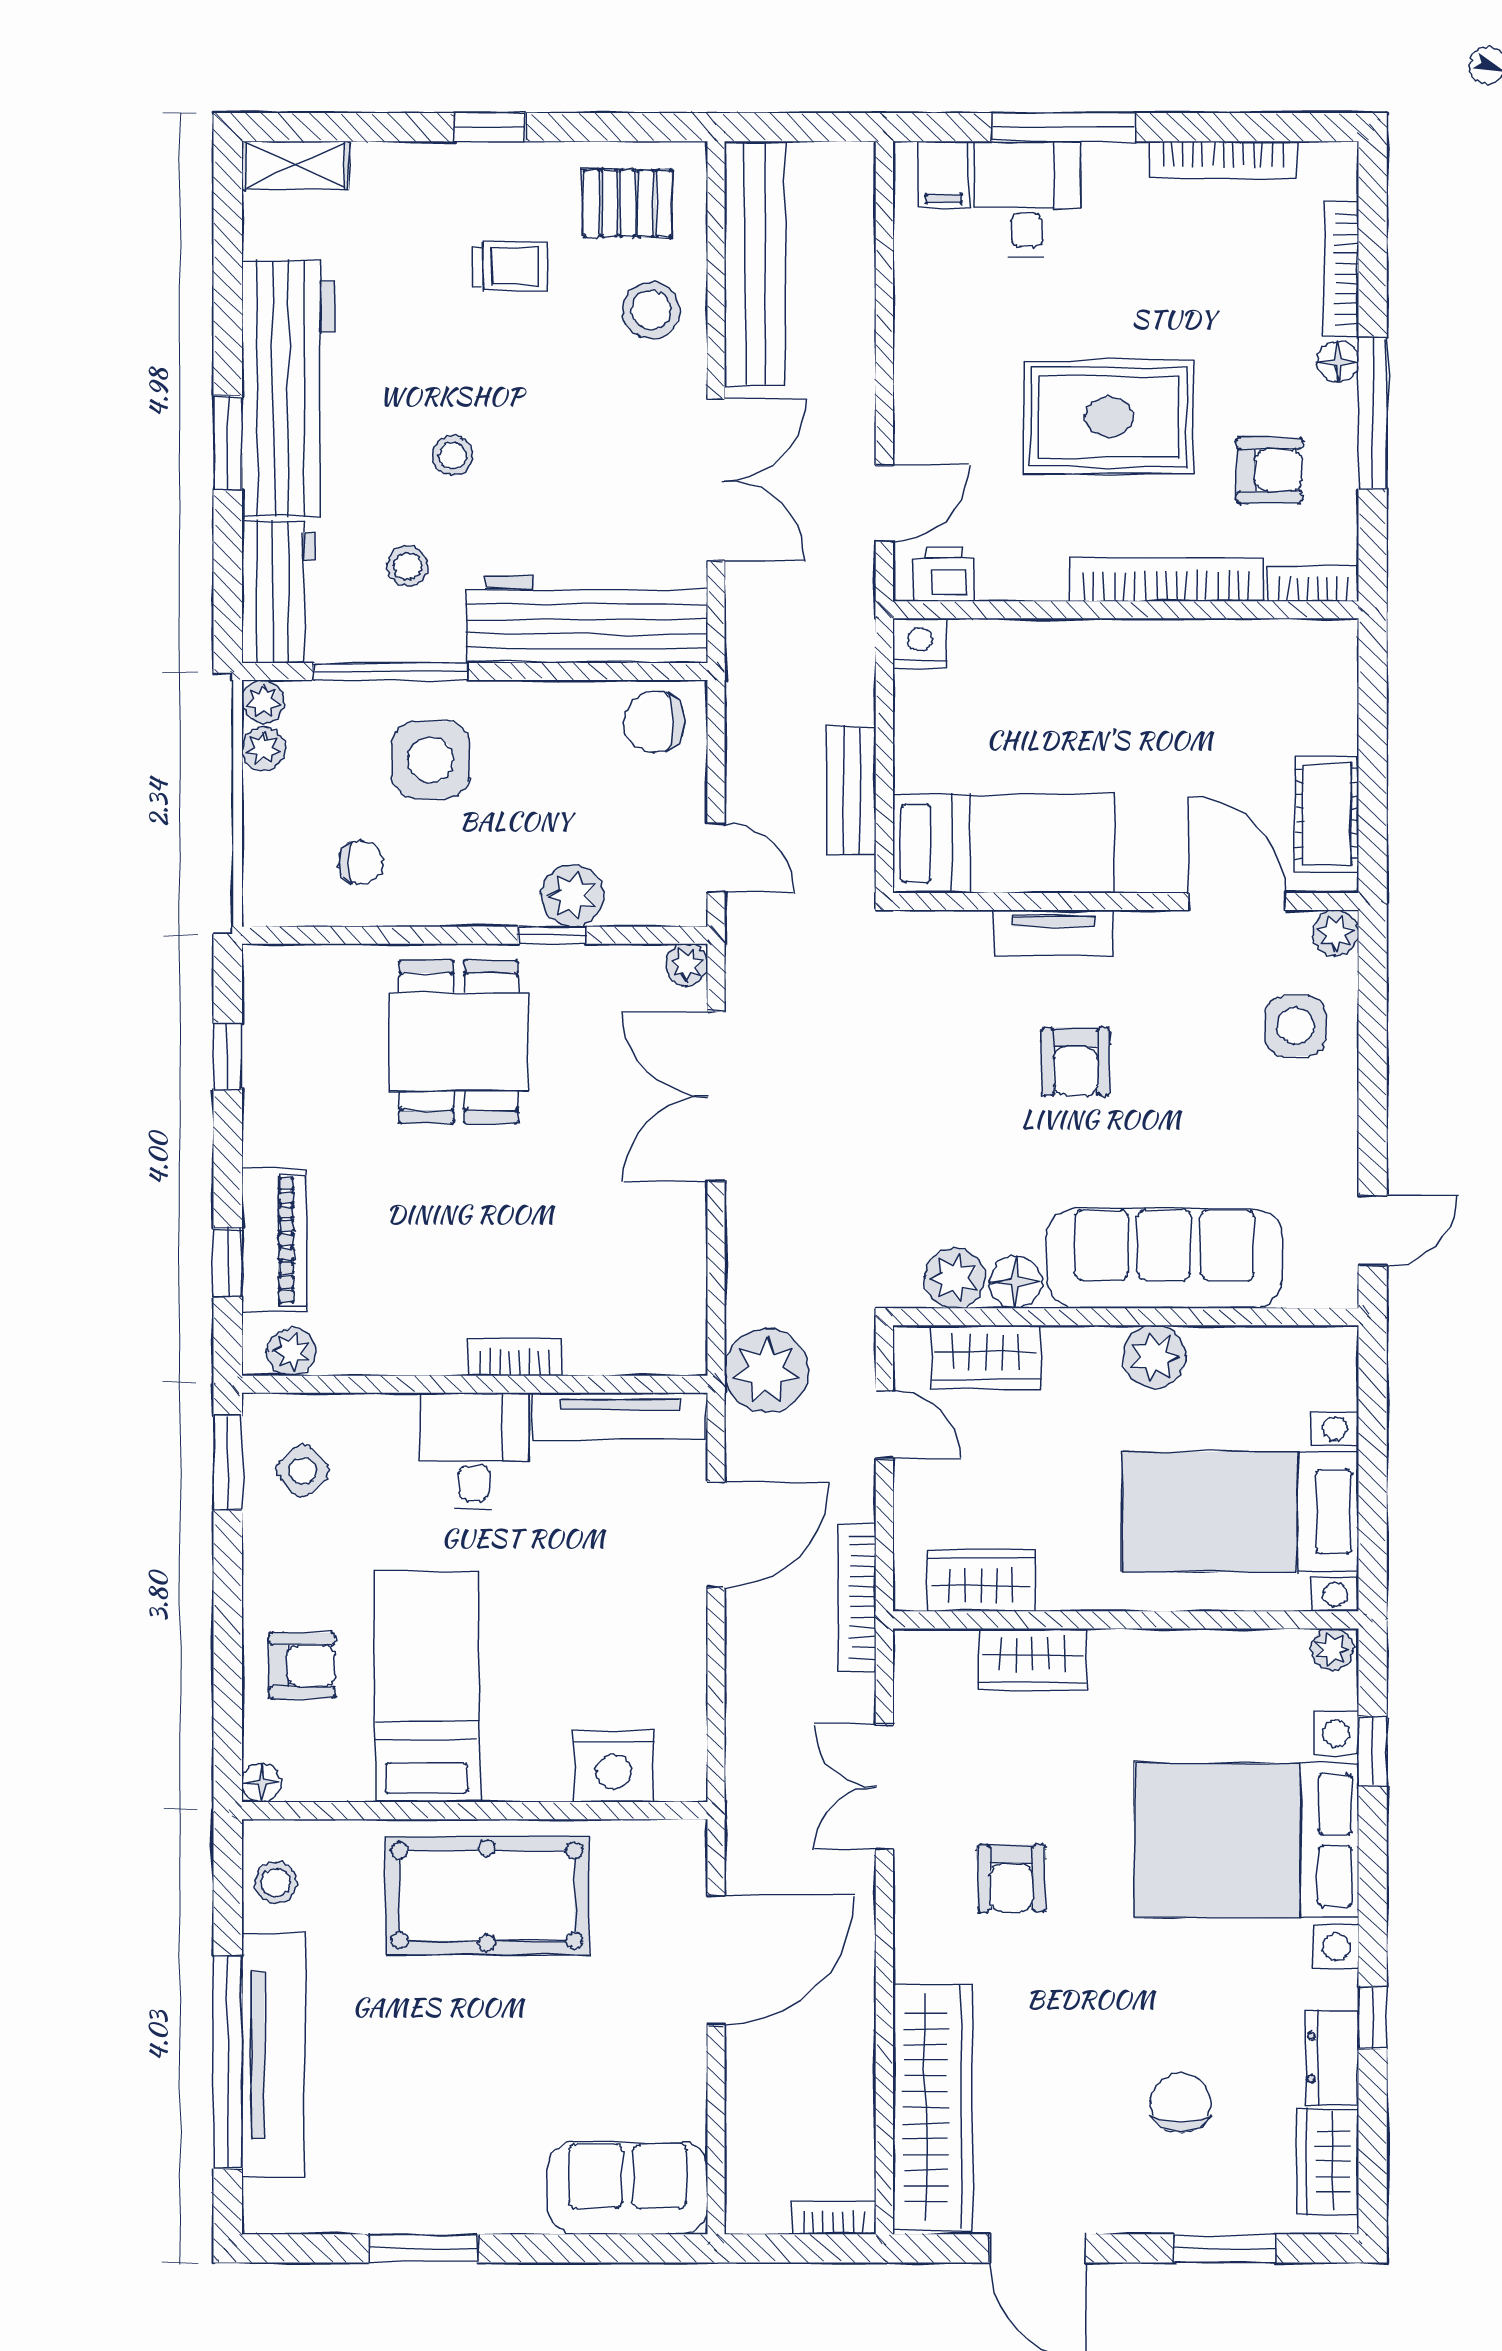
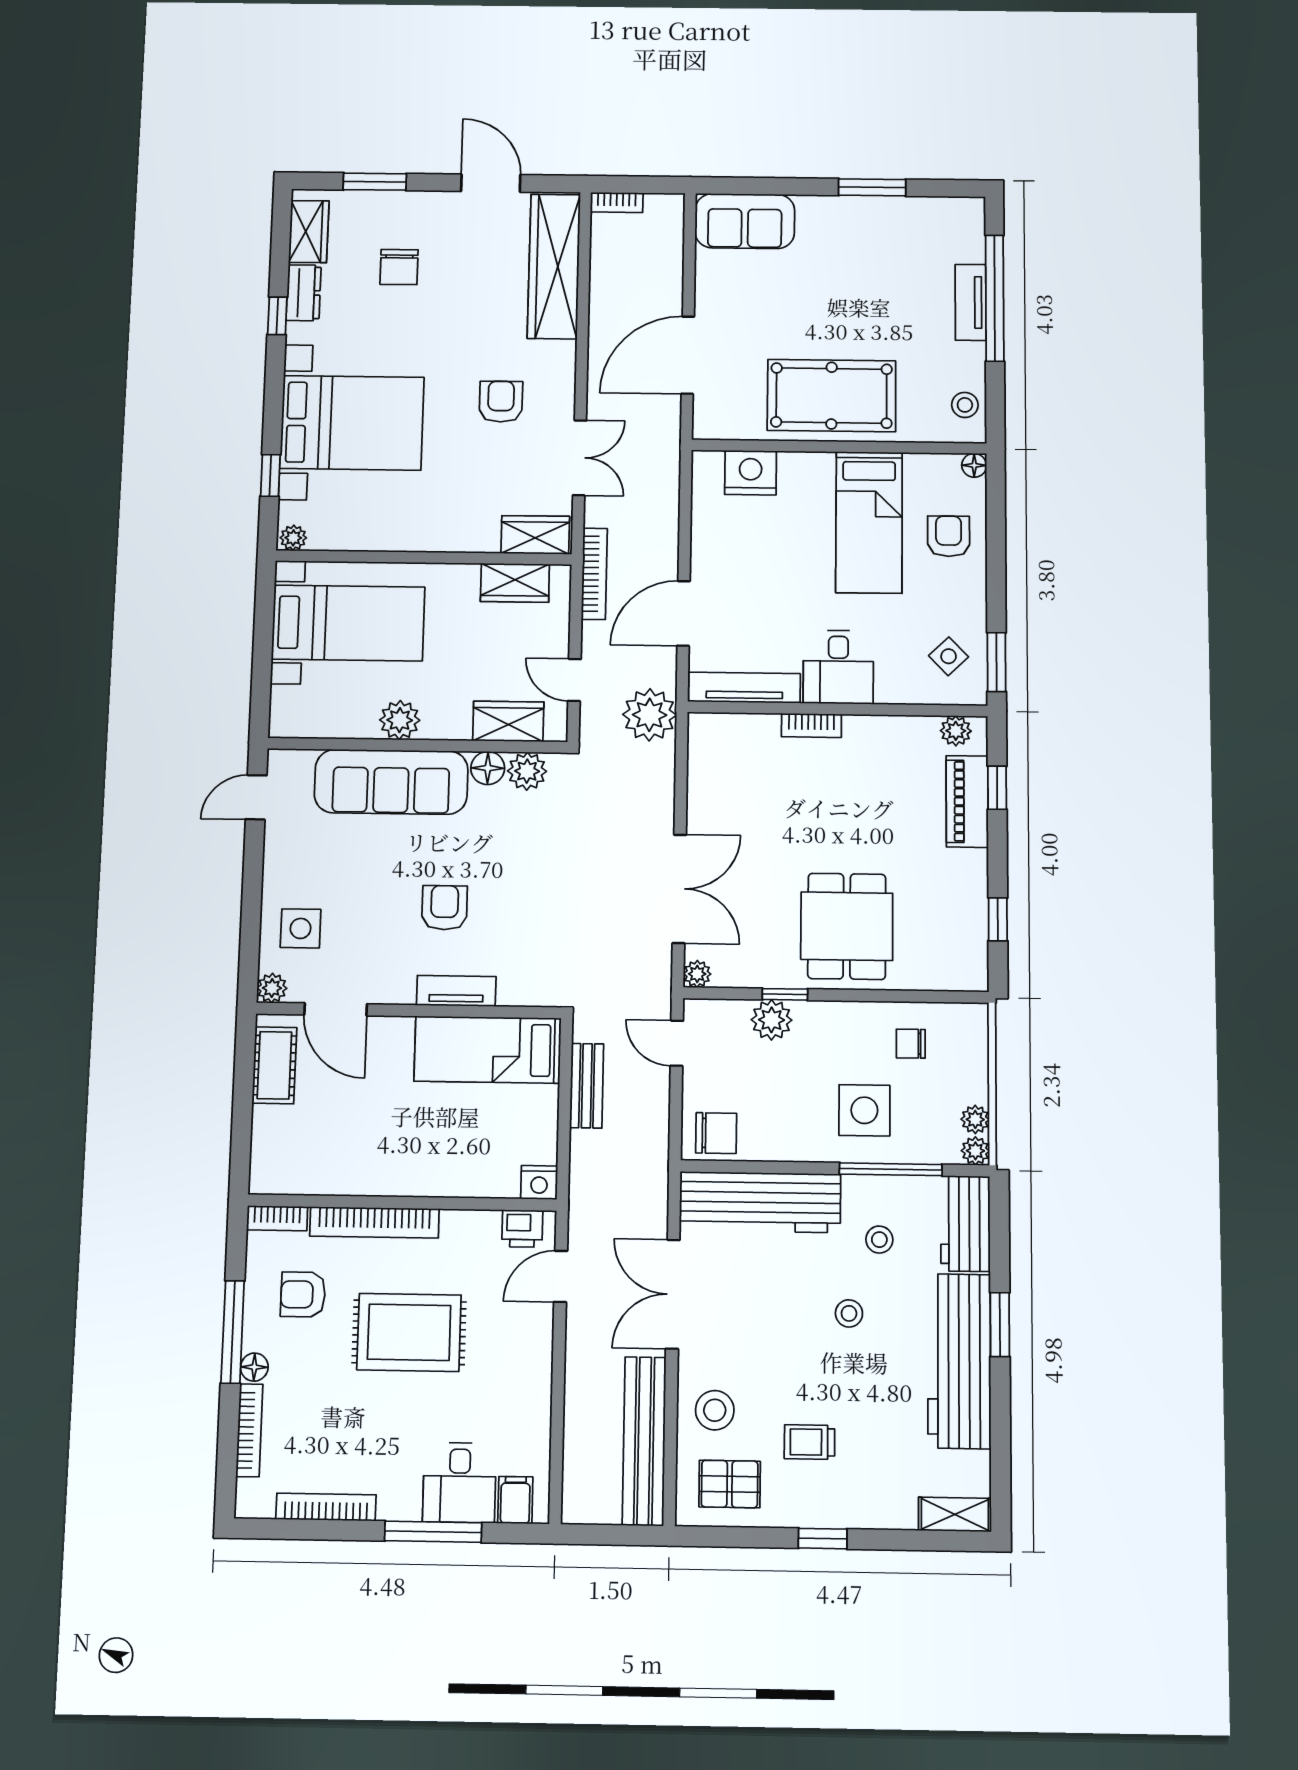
wardrobe: (1032, 1659) -> (535, 535), moved
armchair: (302, 1666) -> (949, 536), turned 90
tv unit: (273, 2055) -> (971, 302), width x0.52, depth x0.78

